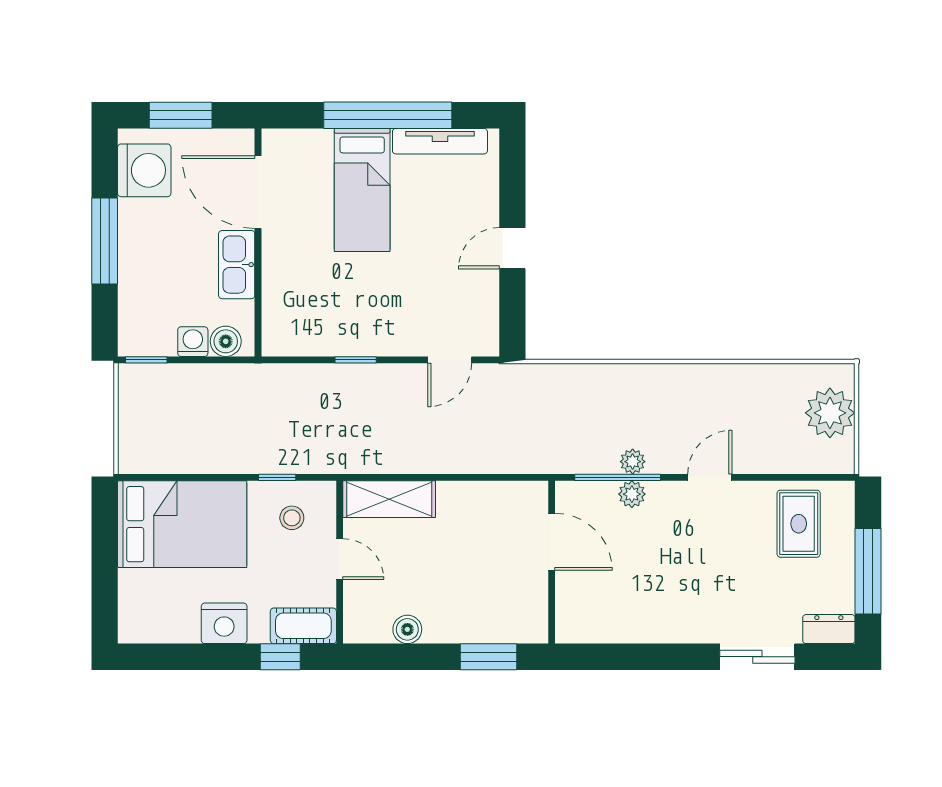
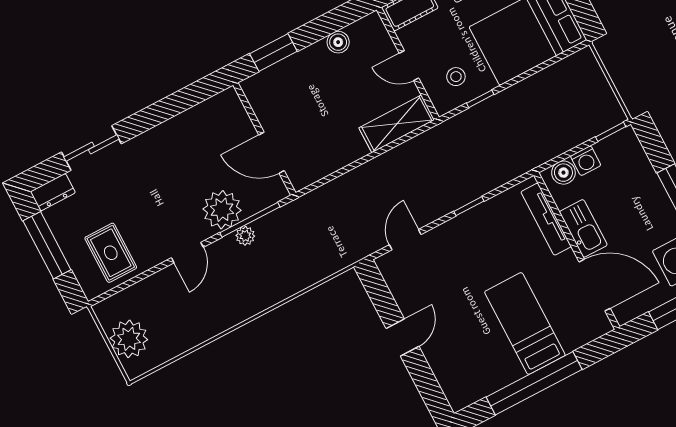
tv unit: (440, 141) -> (546, 219), moved, turned -90
plant: (632, 494) -> (222, 210), width x1.87, depth x1.87

